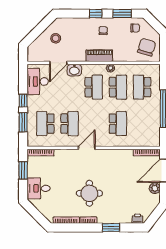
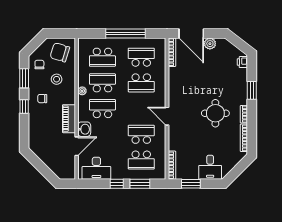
stool: (56, 38) -> (57, 79), moved
piano: (99, 56) -> (69, 119), moved
door: (58, 63) -> (77, 146), hinge flipped
school desk: (118, 124) -> (141, 83), turned 180
school desk: (142, 124) -> (141, 57), added

